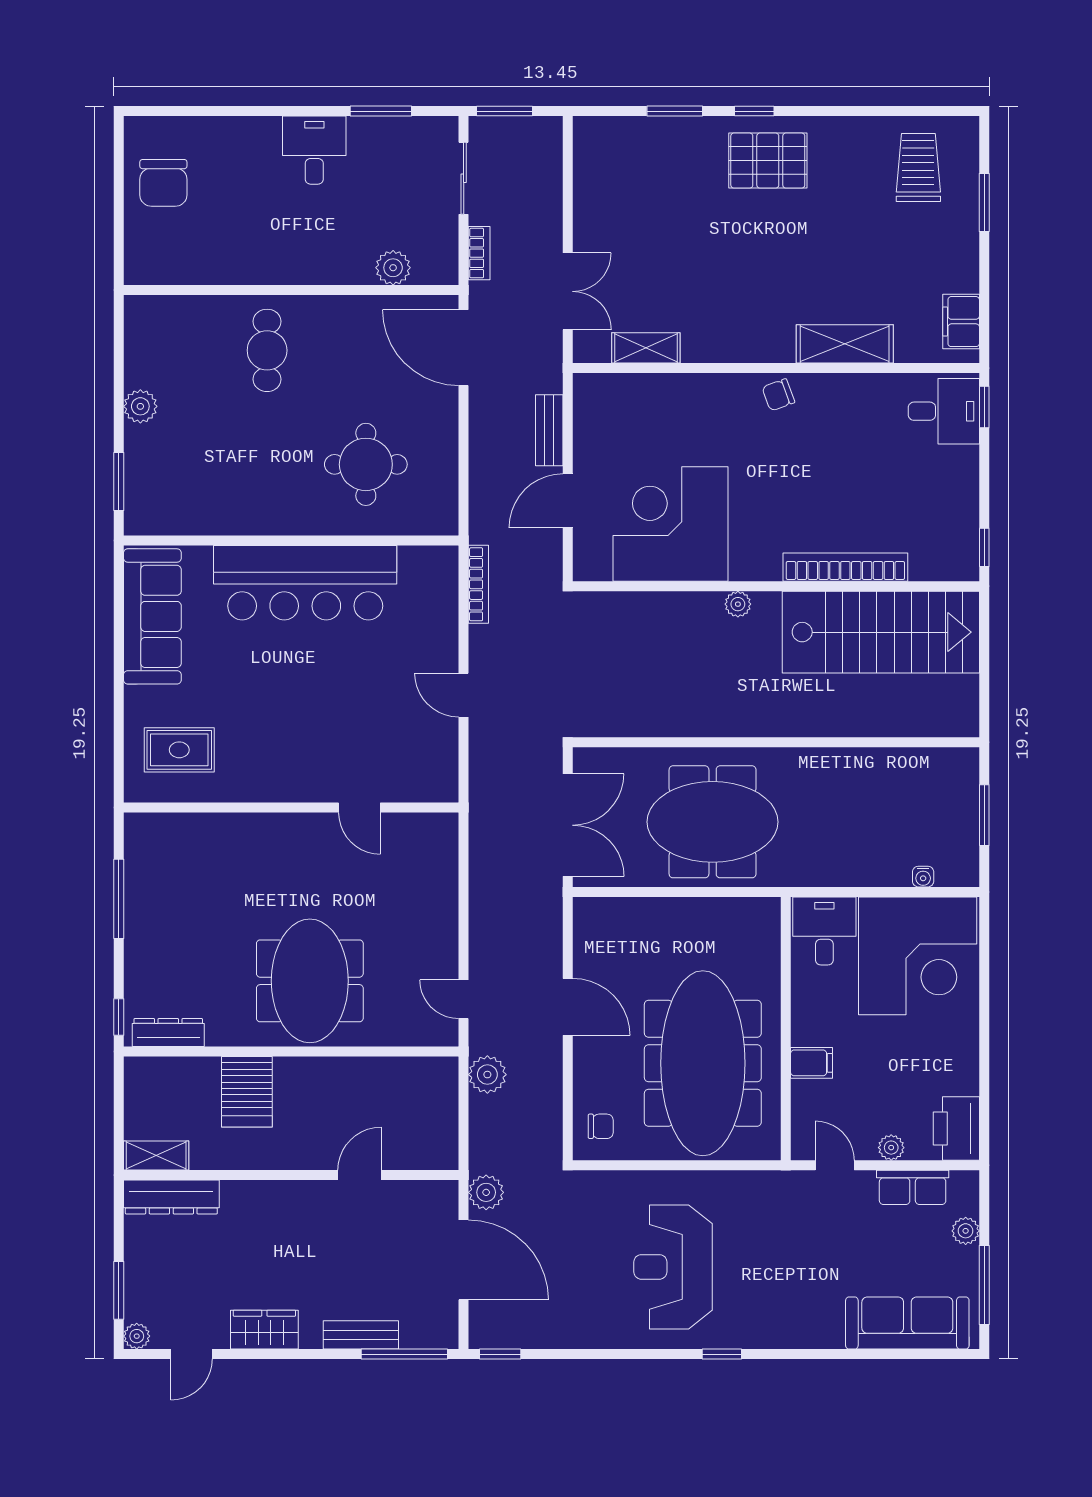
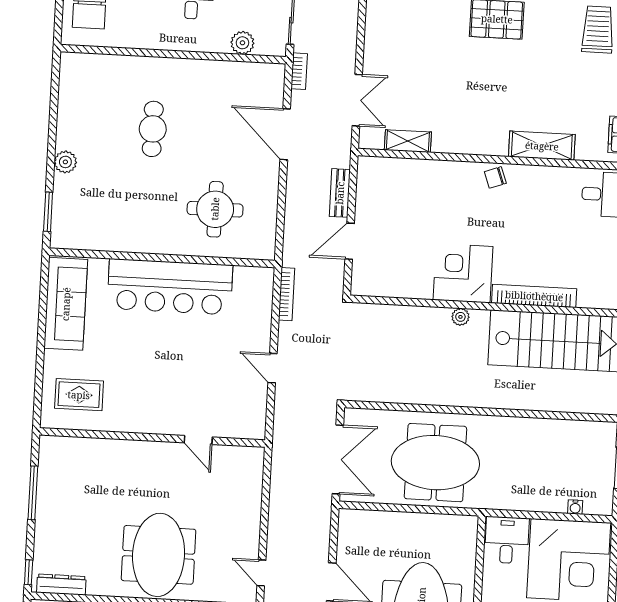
plant: (393, 268) -> (242, 43), moved
wall: (291, 290) -> (173, 54), moved
corner desk: (670, 524) -> (463, 273), moved, width x0.74, depth x0.74

